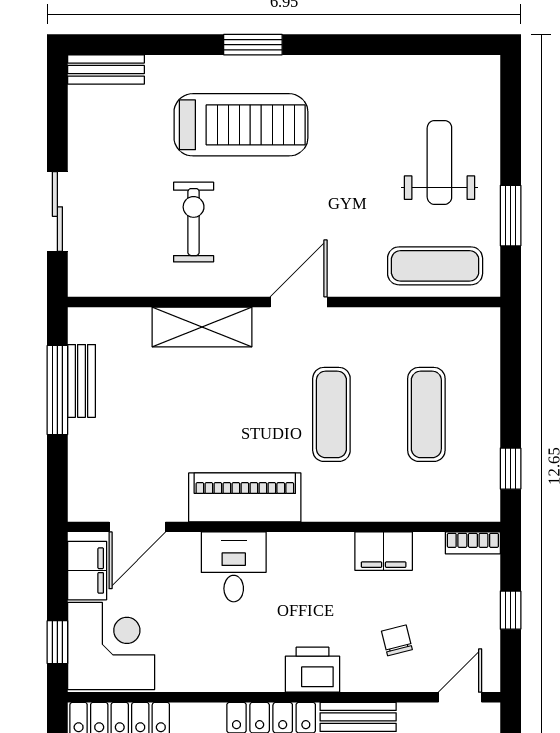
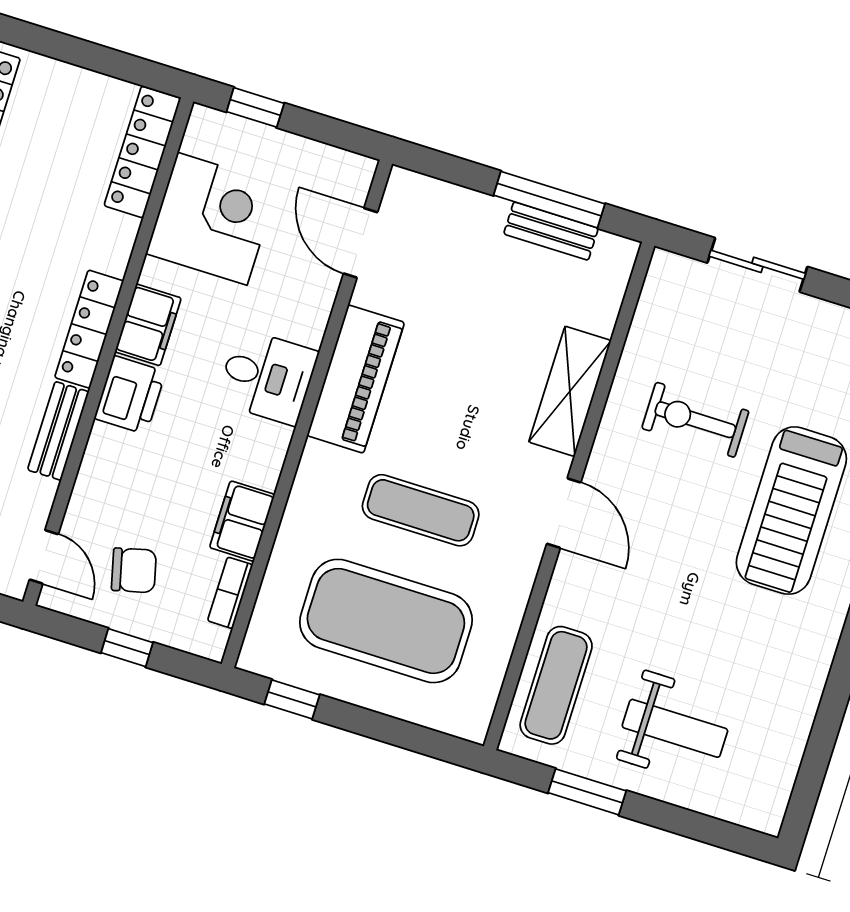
exercise bike: (194, 222) -> (695, 420), turned 180
exercise mat: (426, 414) -> (386, 621), width x2.00, depth x1.45
bookcase: (473, 543) -> (230, 593), moved
desk: (234, 567) -> (267, 377), moved
filing cabinet: (87, 571) -> (148, 325), moved, turned -90
chair: (397, 640) -> (134, 570), moved, width x1.37, depth x1.37
corner desk: (111, 646) -> (212, 219), moved, turned -90

